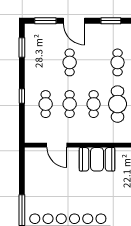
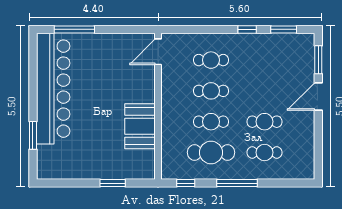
window: (111, 21) -> (318, 144), removed
cafe table: (70, 62) -> (265, 122), moved
window: (22, 96) -> (247, 29), moved
door: (57, 145) -> (158, 52), moved

